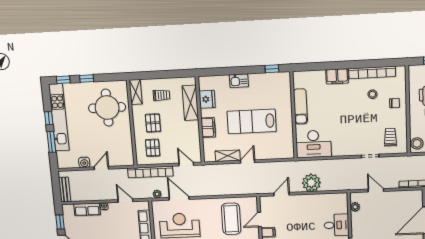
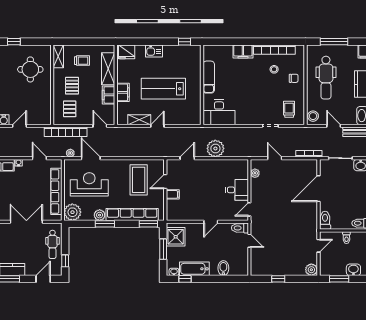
fridge: (207, 99) -> (127, 52), moved, turned 90
round table: (107, 108) -> (30, 69), width x0.73, depth x0.73
filing cabinet: (193, 131) -> (109, 95), added

